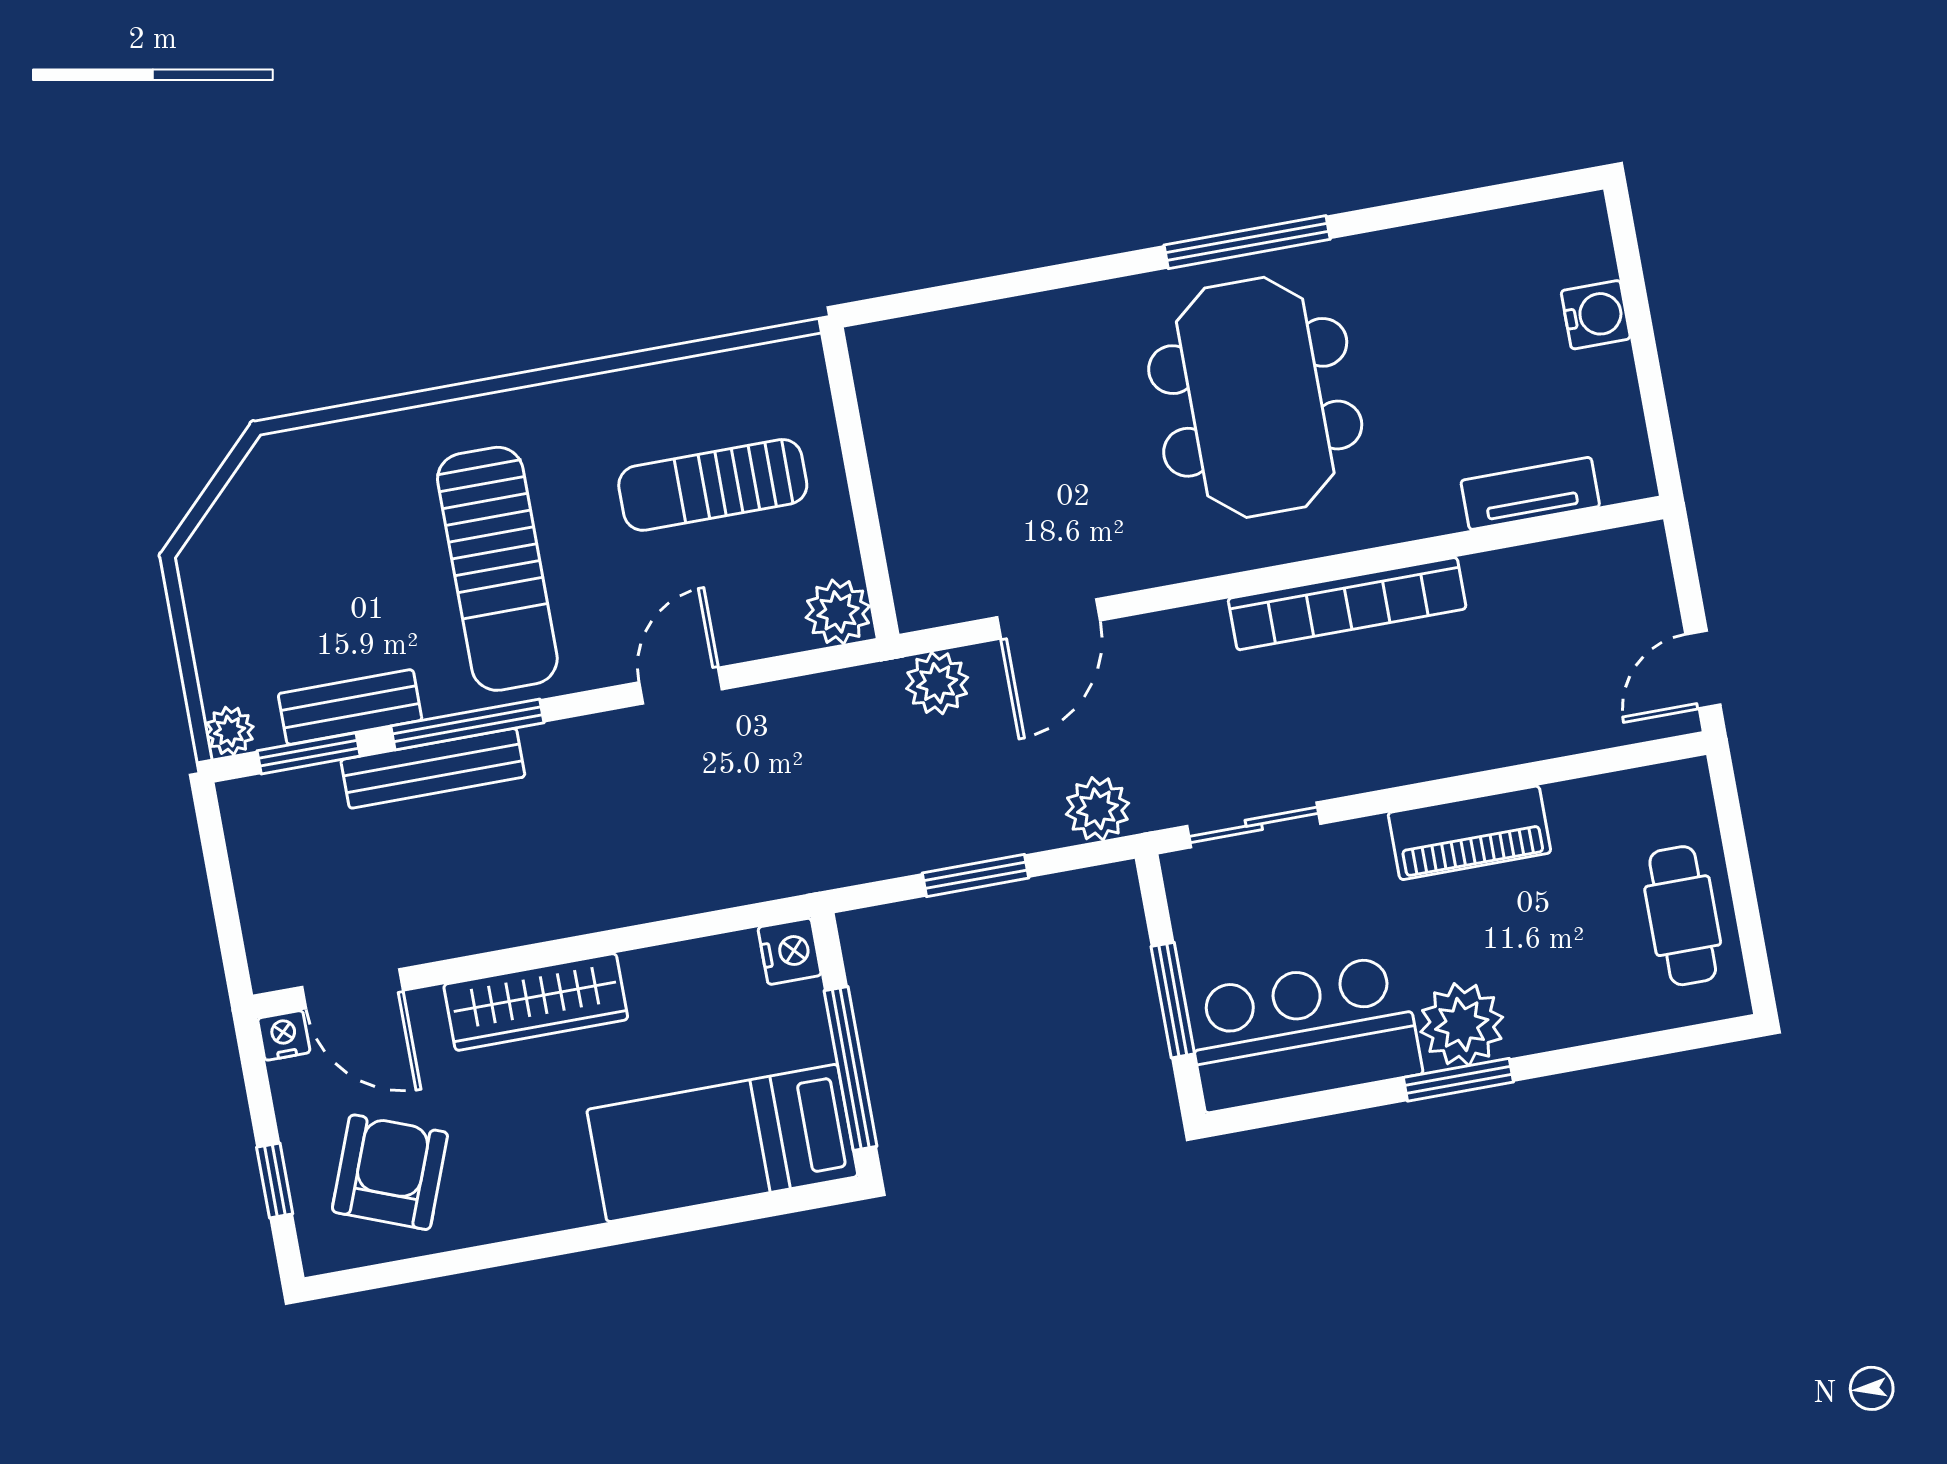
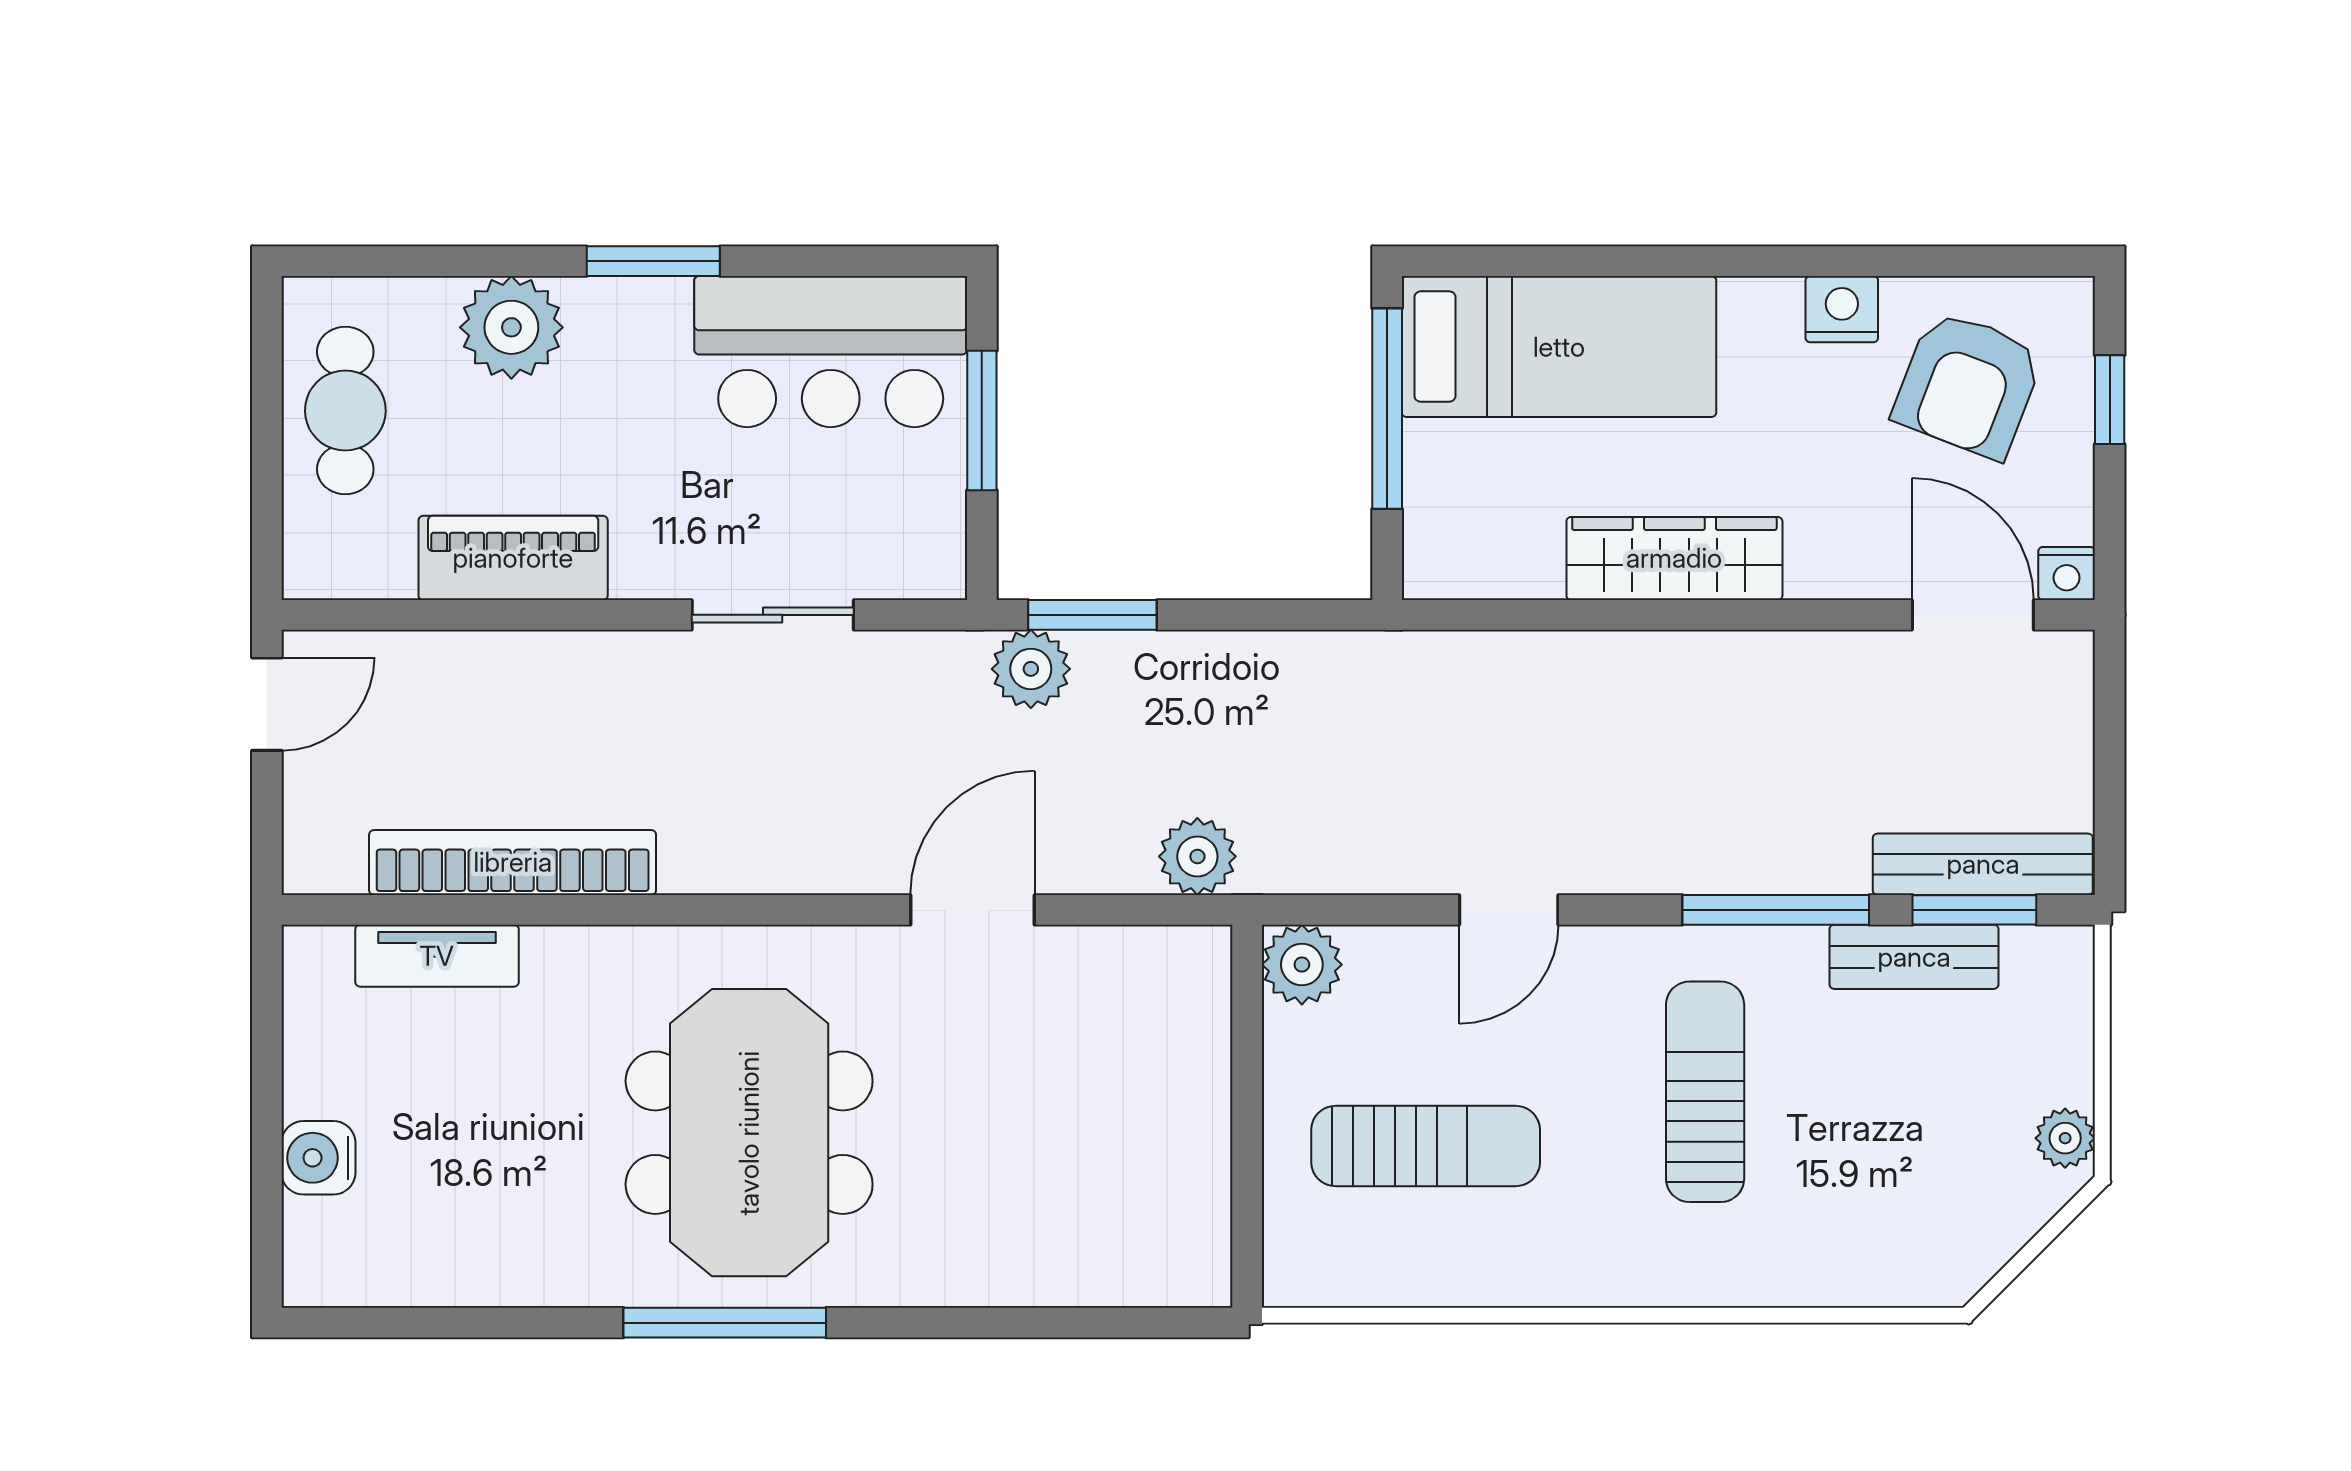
sun lounger: (497, 569) -> (1705, 1092), width x0.73, depth x0.75
bookcase: (1347, 604) -> (513, 862), moved
door: (1049, 619) -> (972, 910), moved
plant: (230, 731) -> (2065, 1138), moved
bench: (433, 768) -> (1983, 864), moved
sliding door: (1254, 825) -> (773, 615), moved
piano: (1469, 833) -> (513, 558), moved
window: (975, 875) -> (1092, 615), moved
nightstand: (790, 951) -> (1842, 309), moved, turned 90
wardrobe: (536, 1002) -> (1674, 558), moved
plant: (1462, 1025) -> (511, 327), moved

